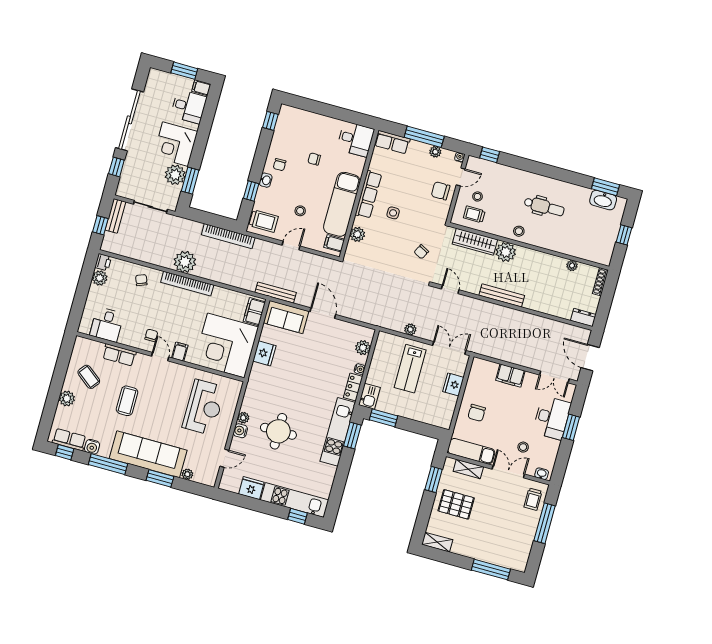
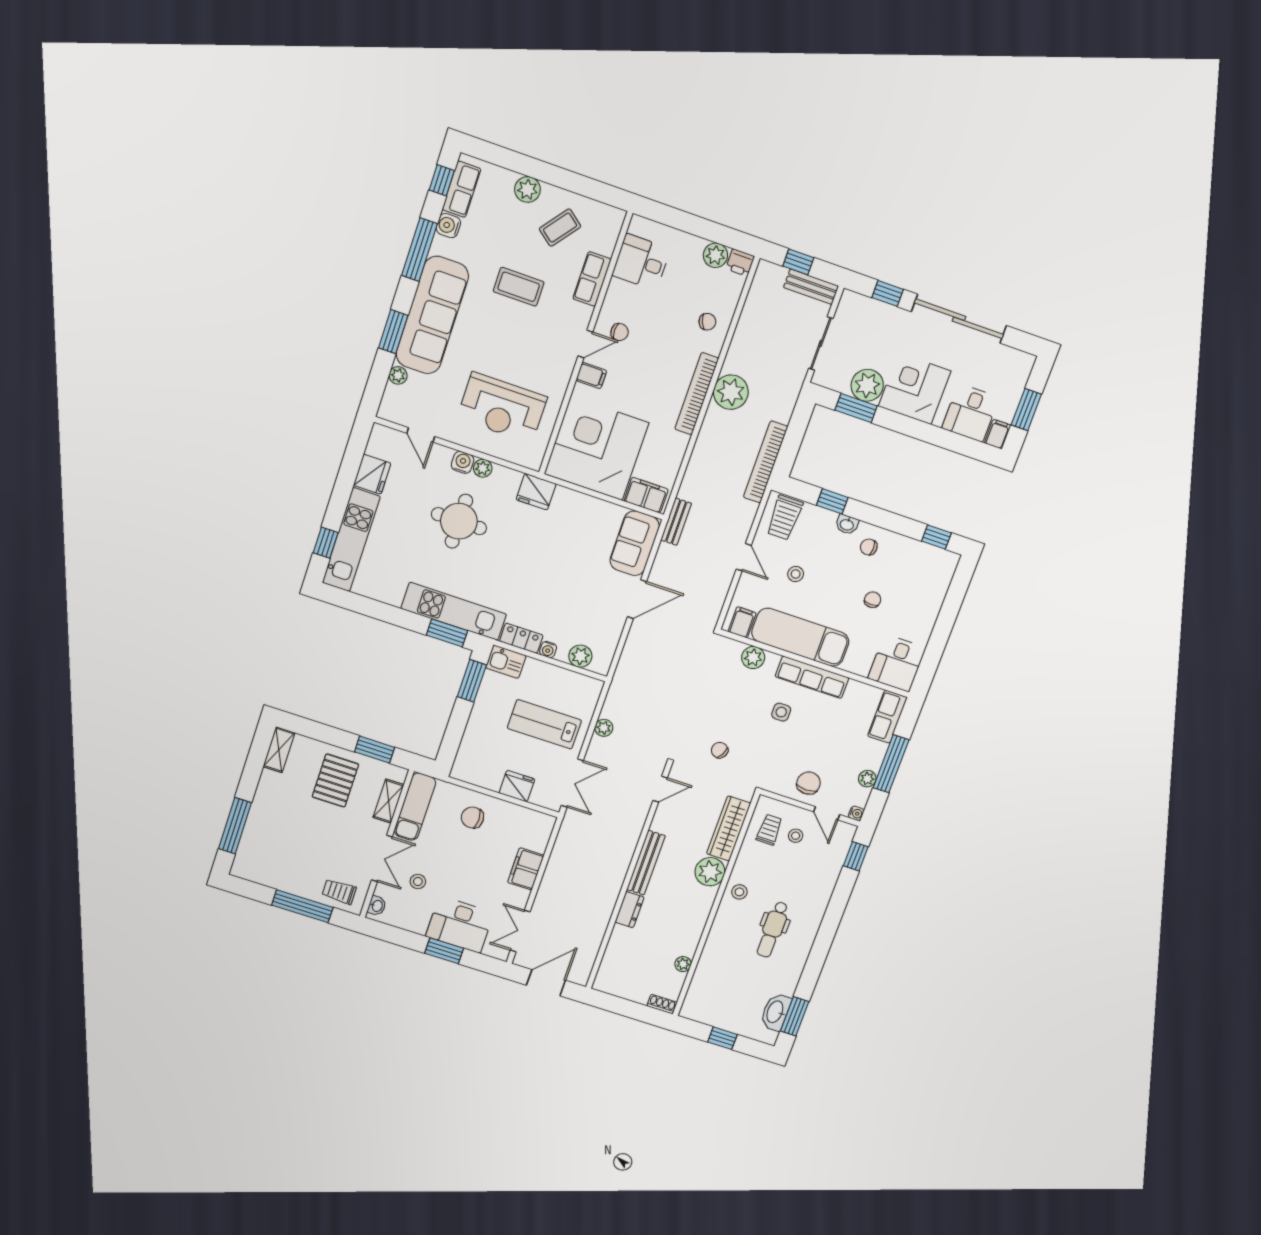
shoe rack: (600, 282) -> (662, 1004), width x0.70
bench: (276, 293) -> (676, 522), width x0.73
dresser: (583, 317) -> (630, 910), moved
fridge: (264, 353) -> (536, 492), moved

